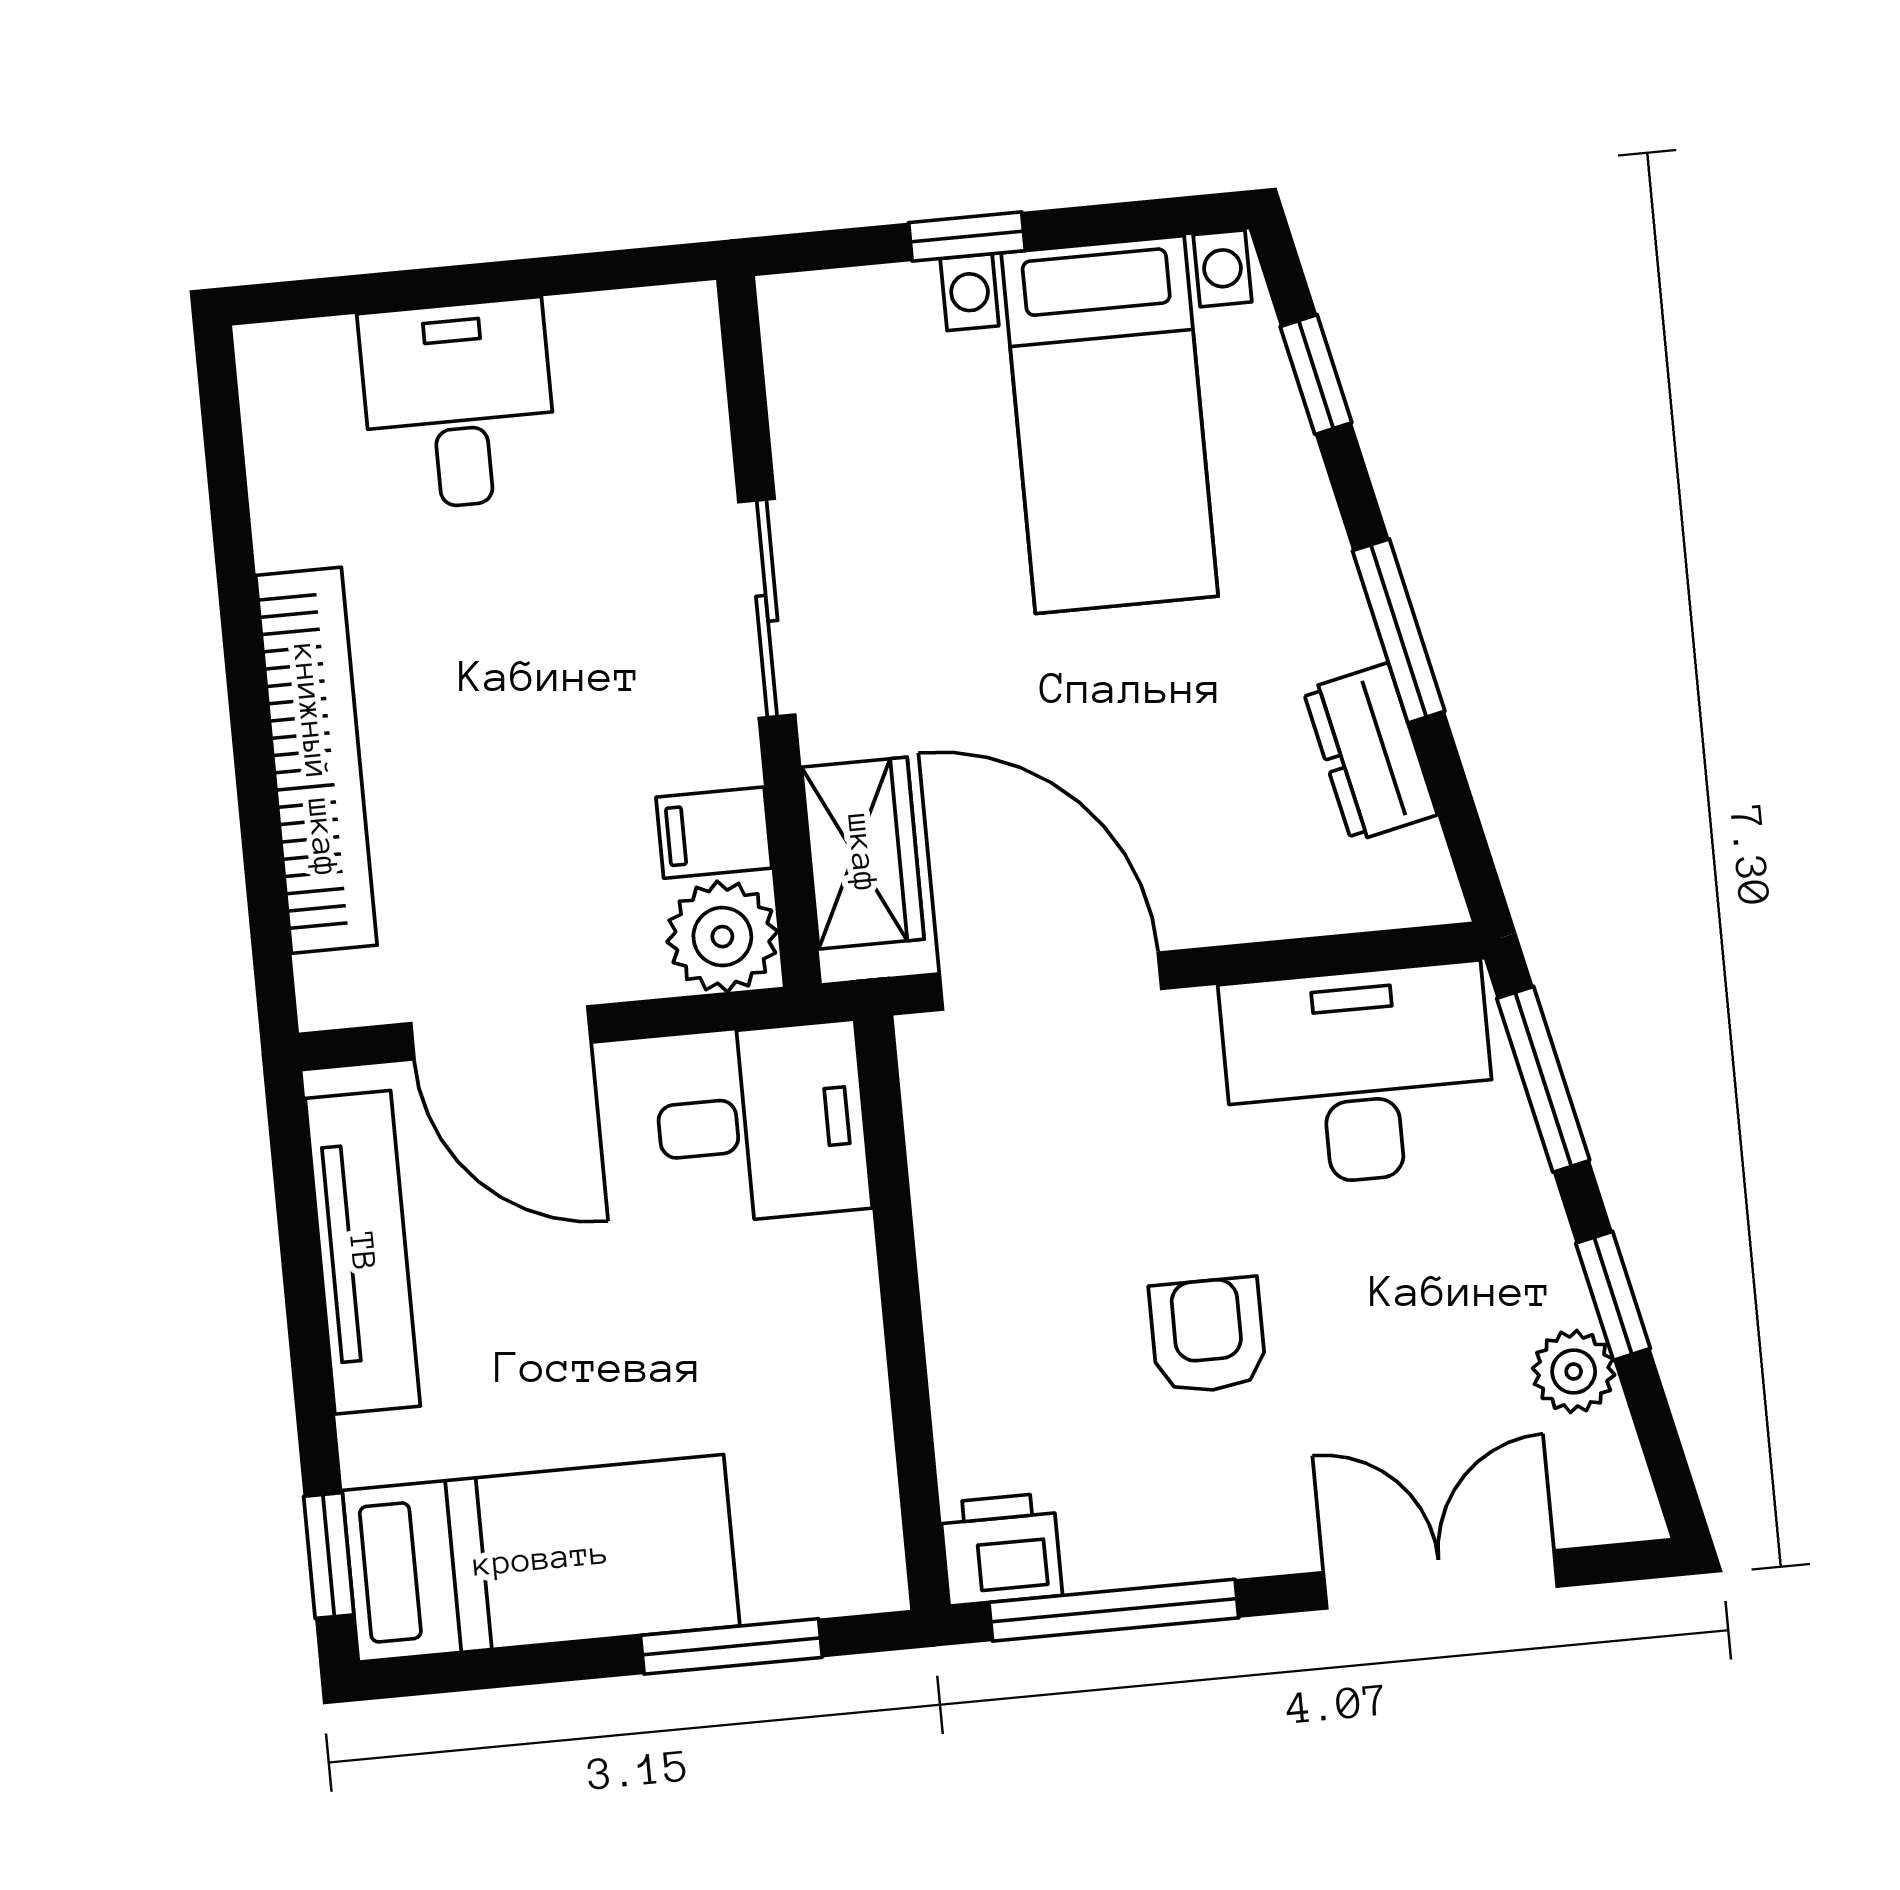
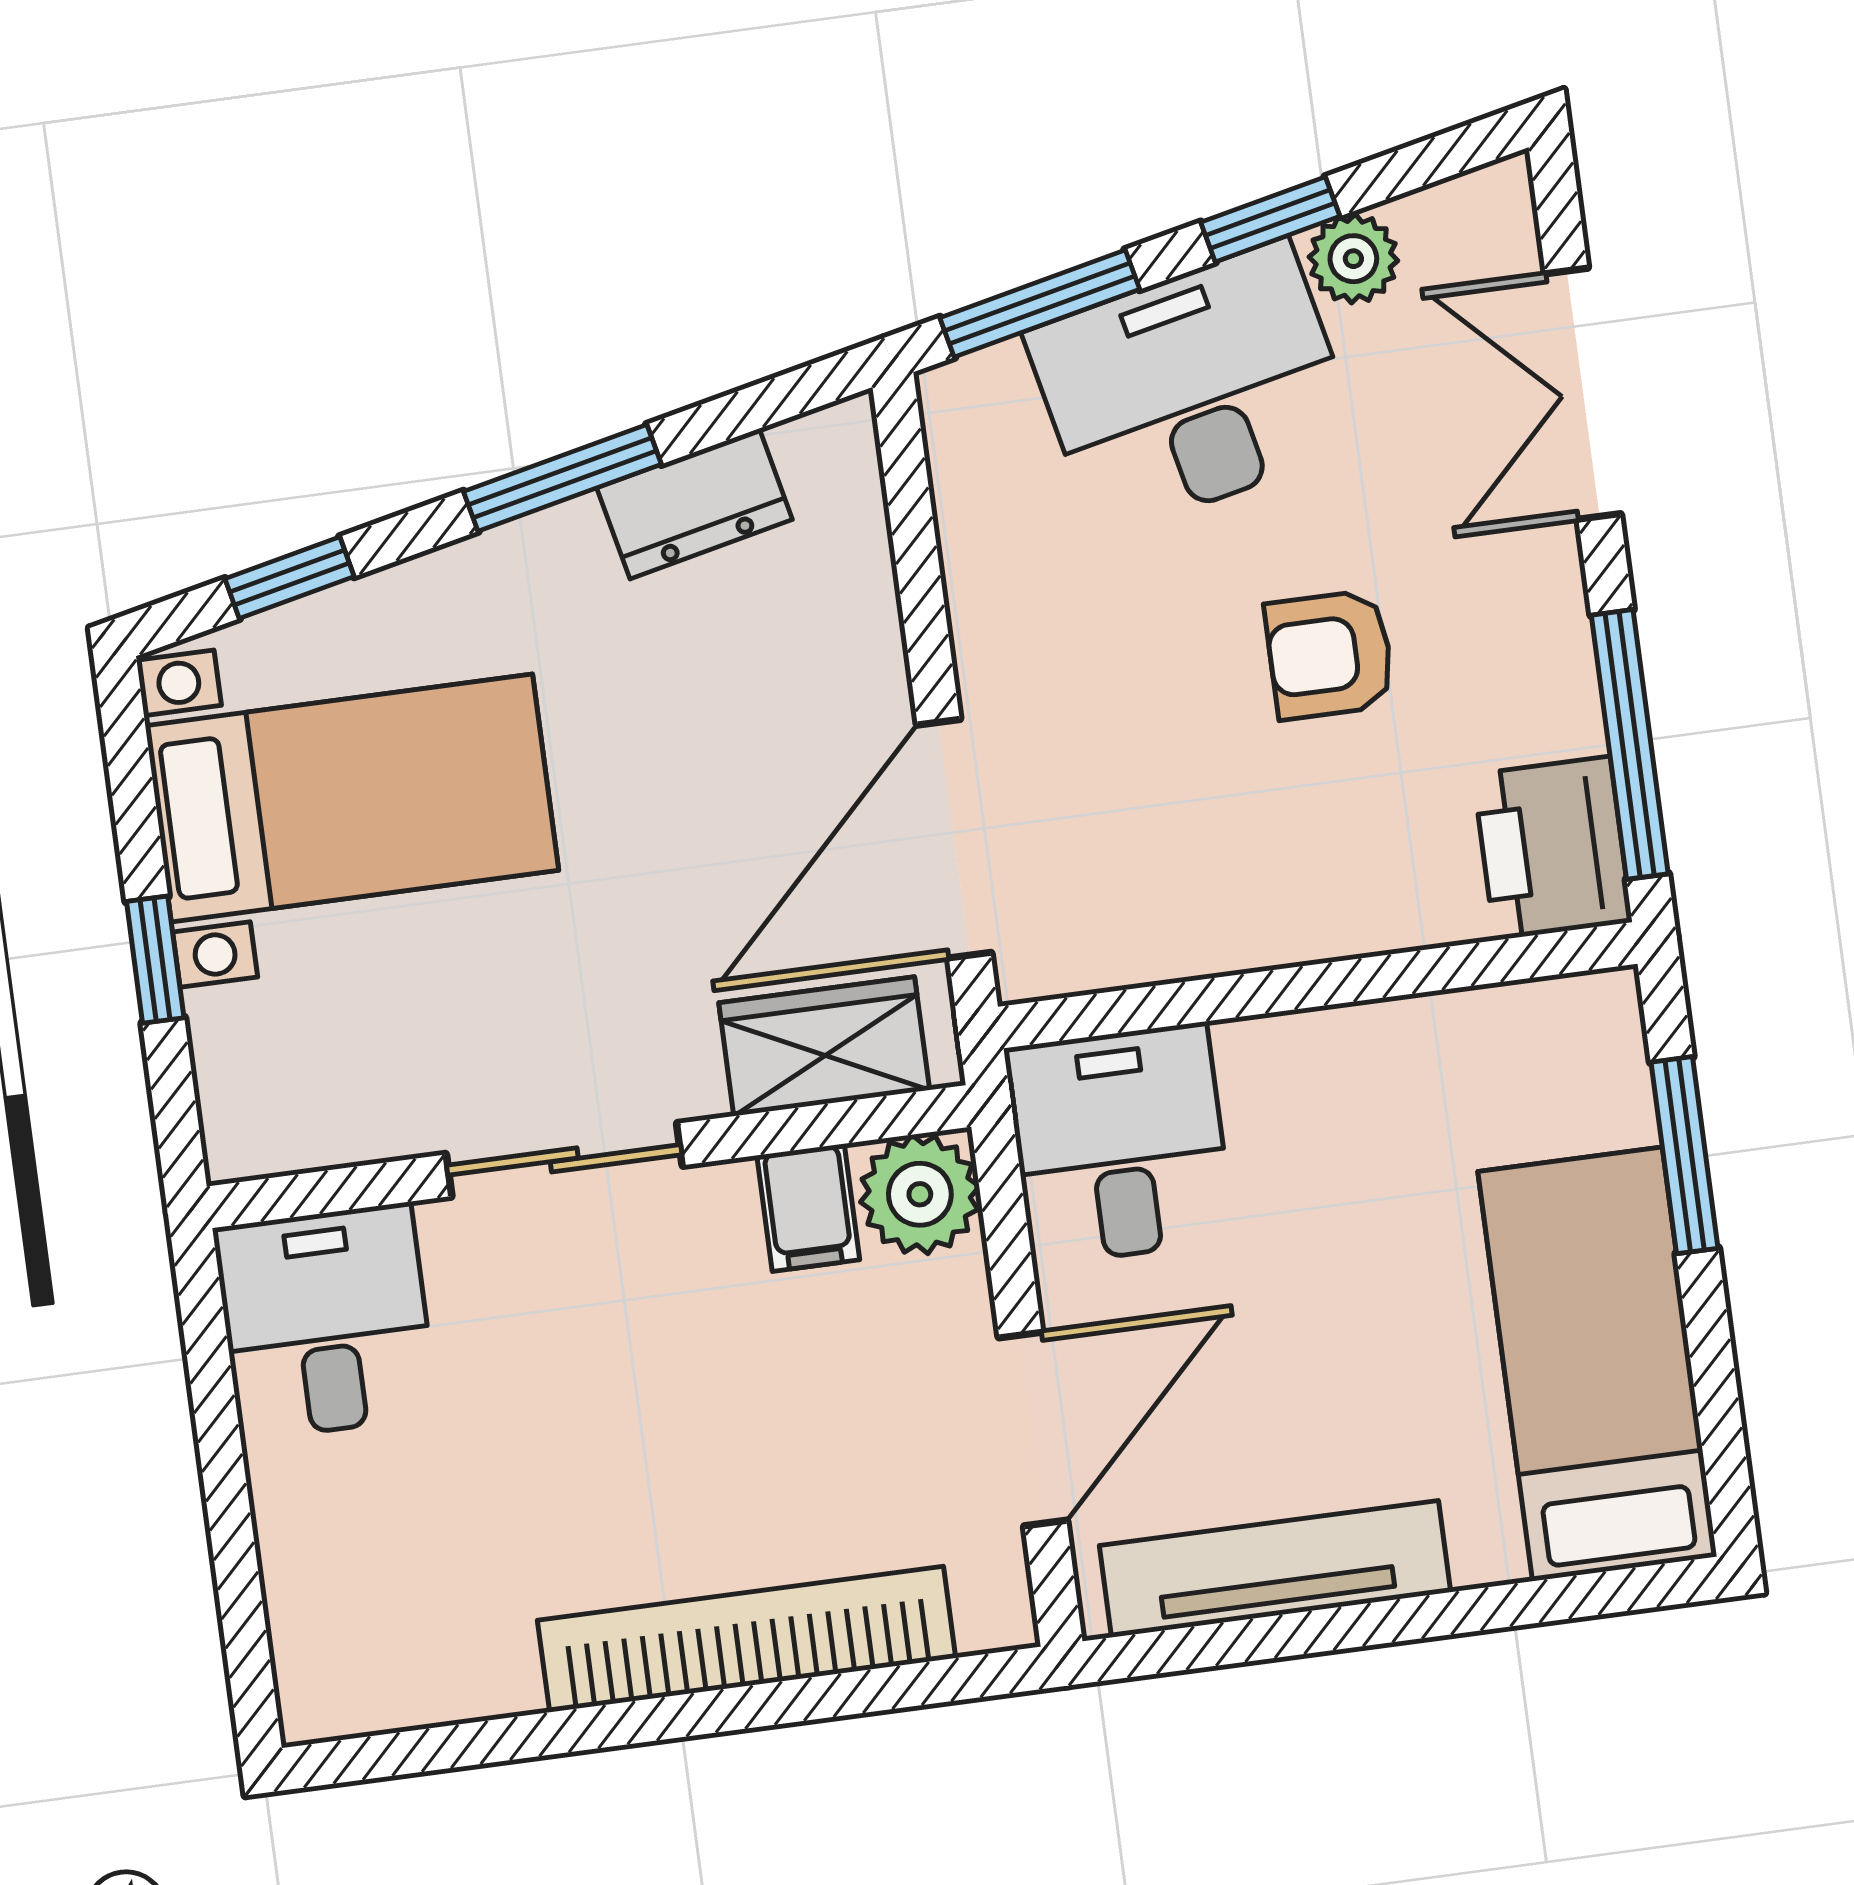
desk: (458, 405) -> (326, 1322), moved, turned 90
desk: (1359, 1076) -> (1193, 389), moved, turned 78
printer: (1001, 1549) -> (1552, 848), width x1.36, depth x1.24
window: (329, 1556) -> (1603, 1593), removed

